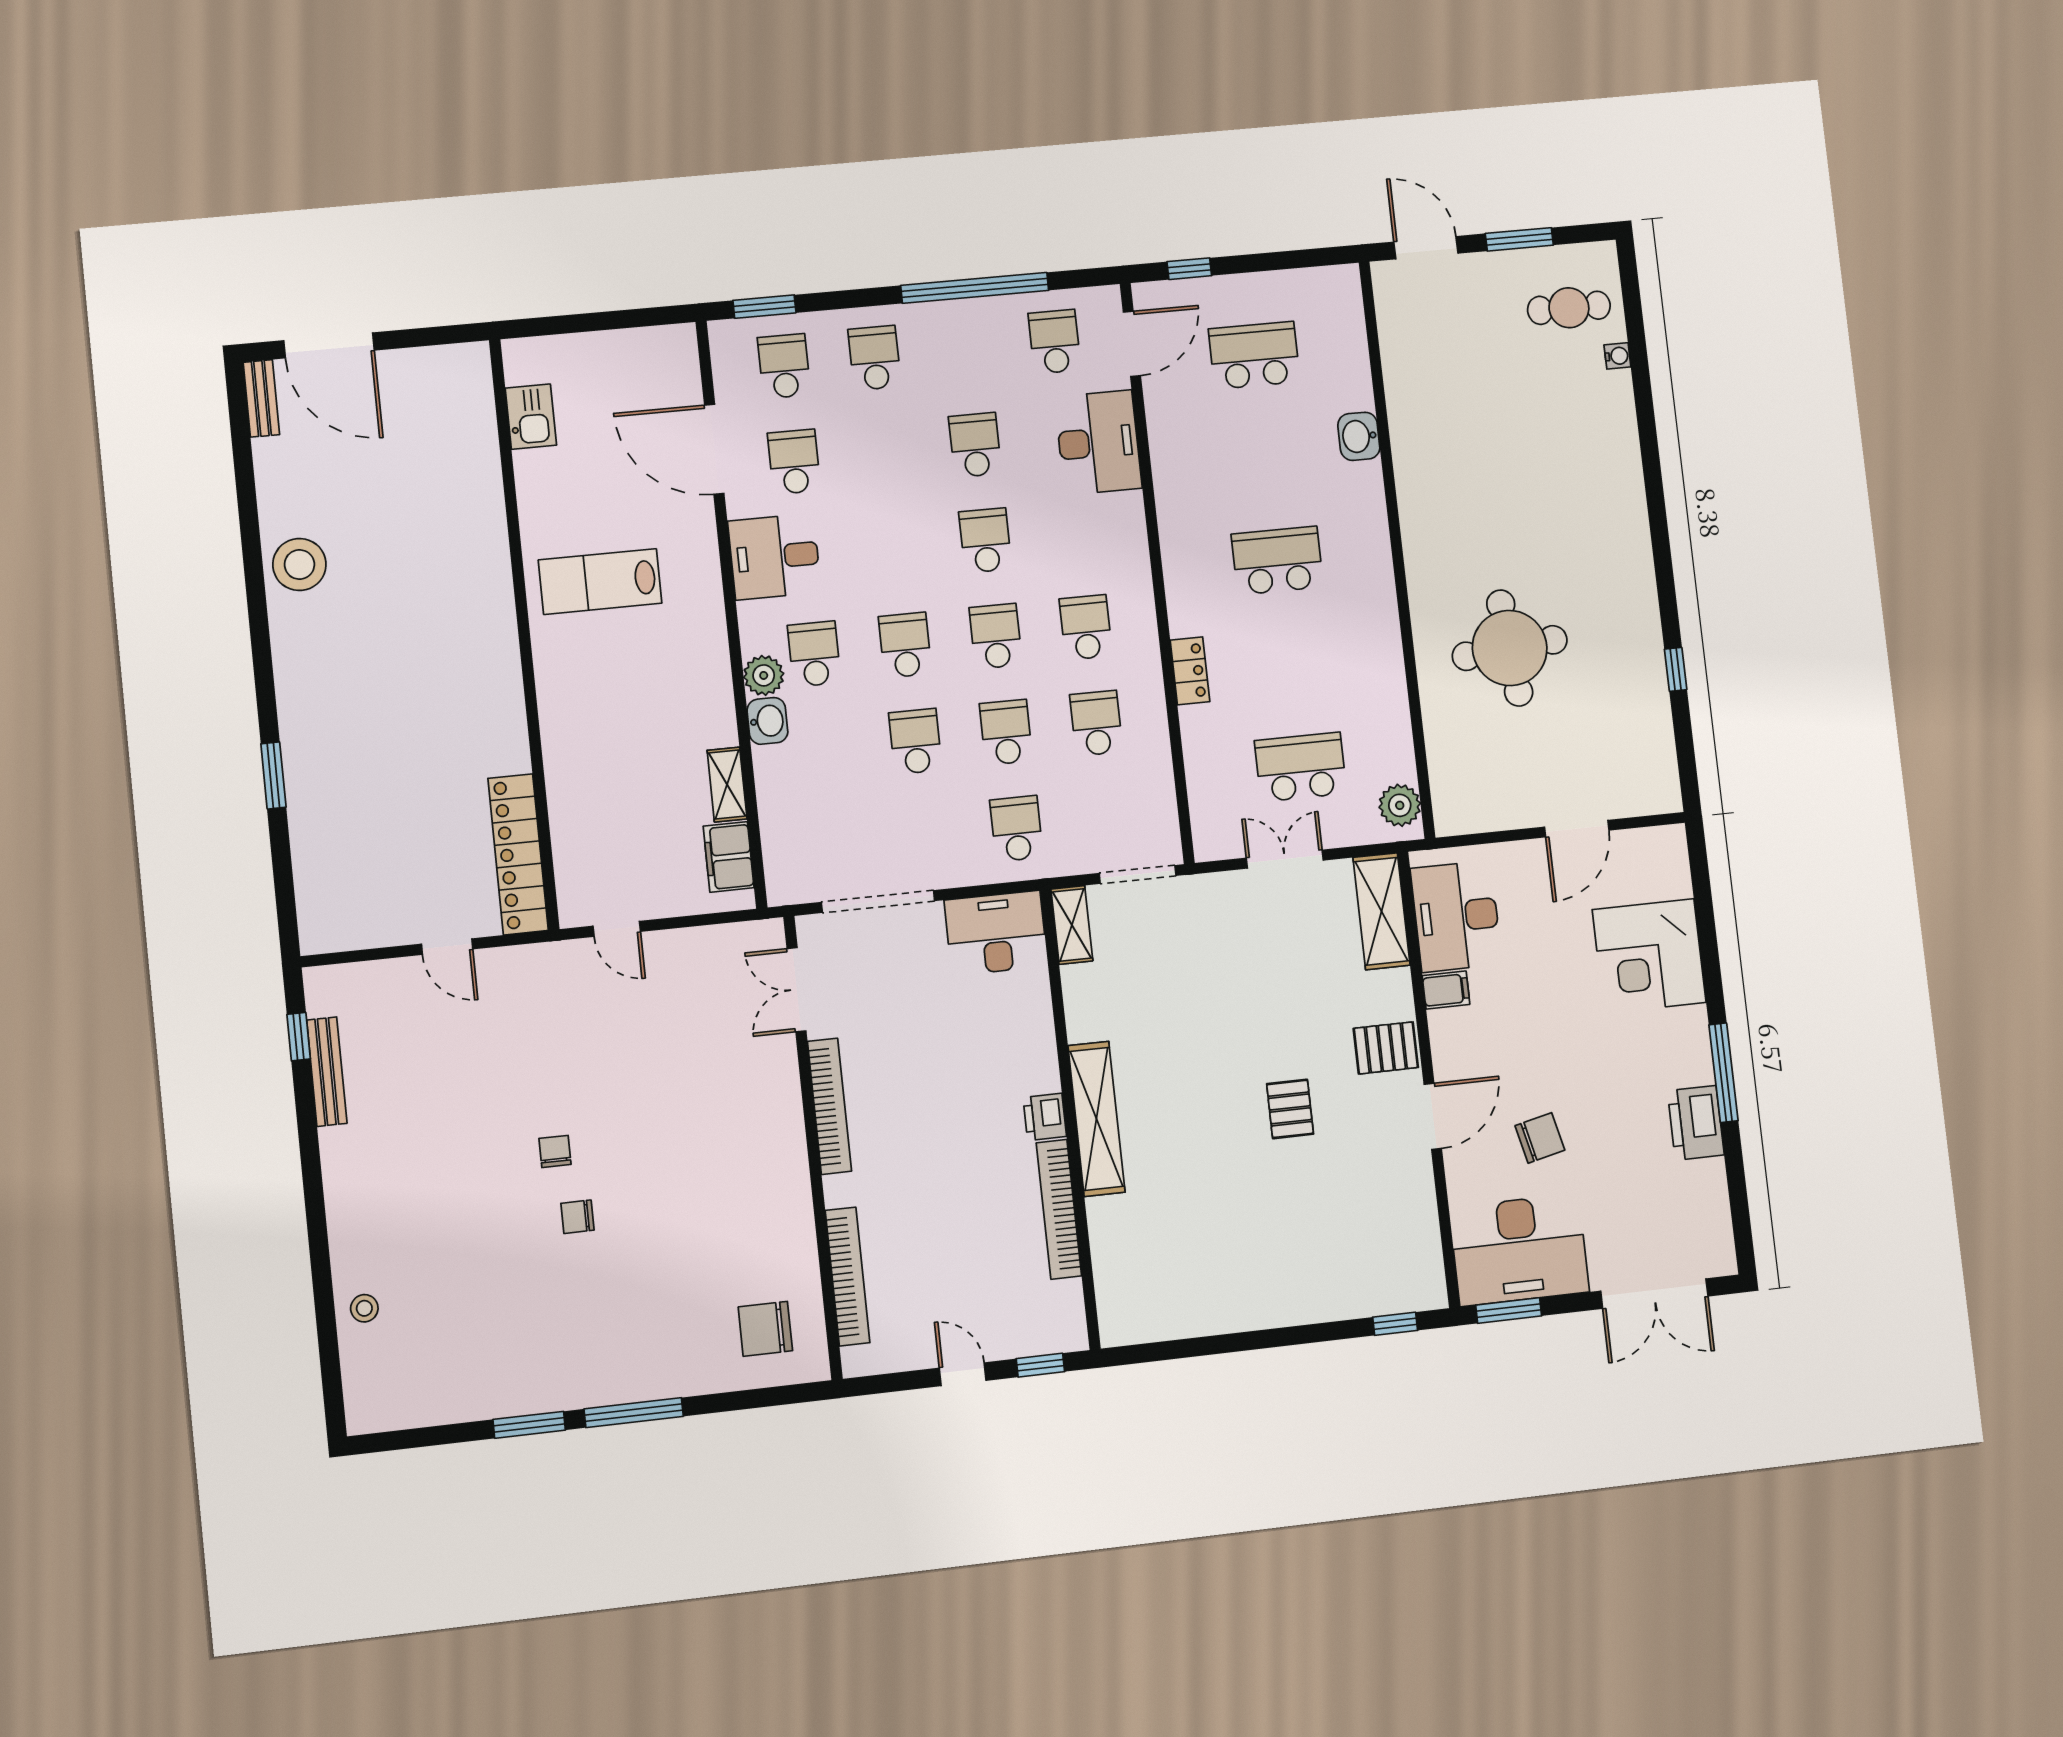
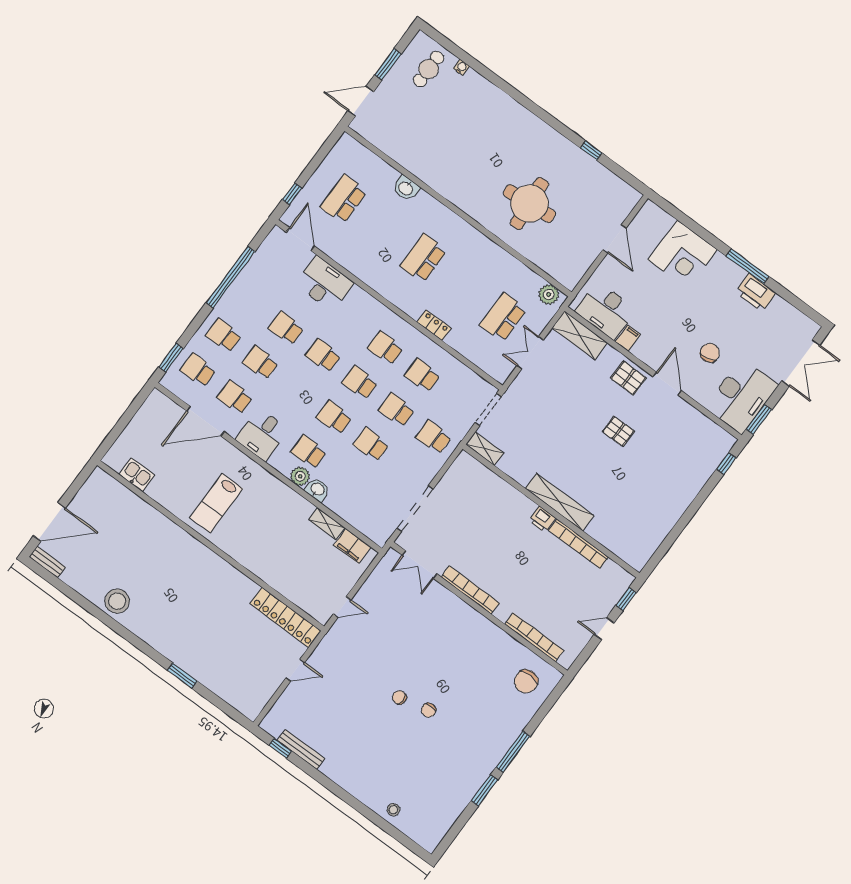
school desk: (1055, 342) -> (261, 363), moved
desk: (996, 933) -> (463, 478), removed
pallet: (1386, 1048) -> (628, 378), turned 90

